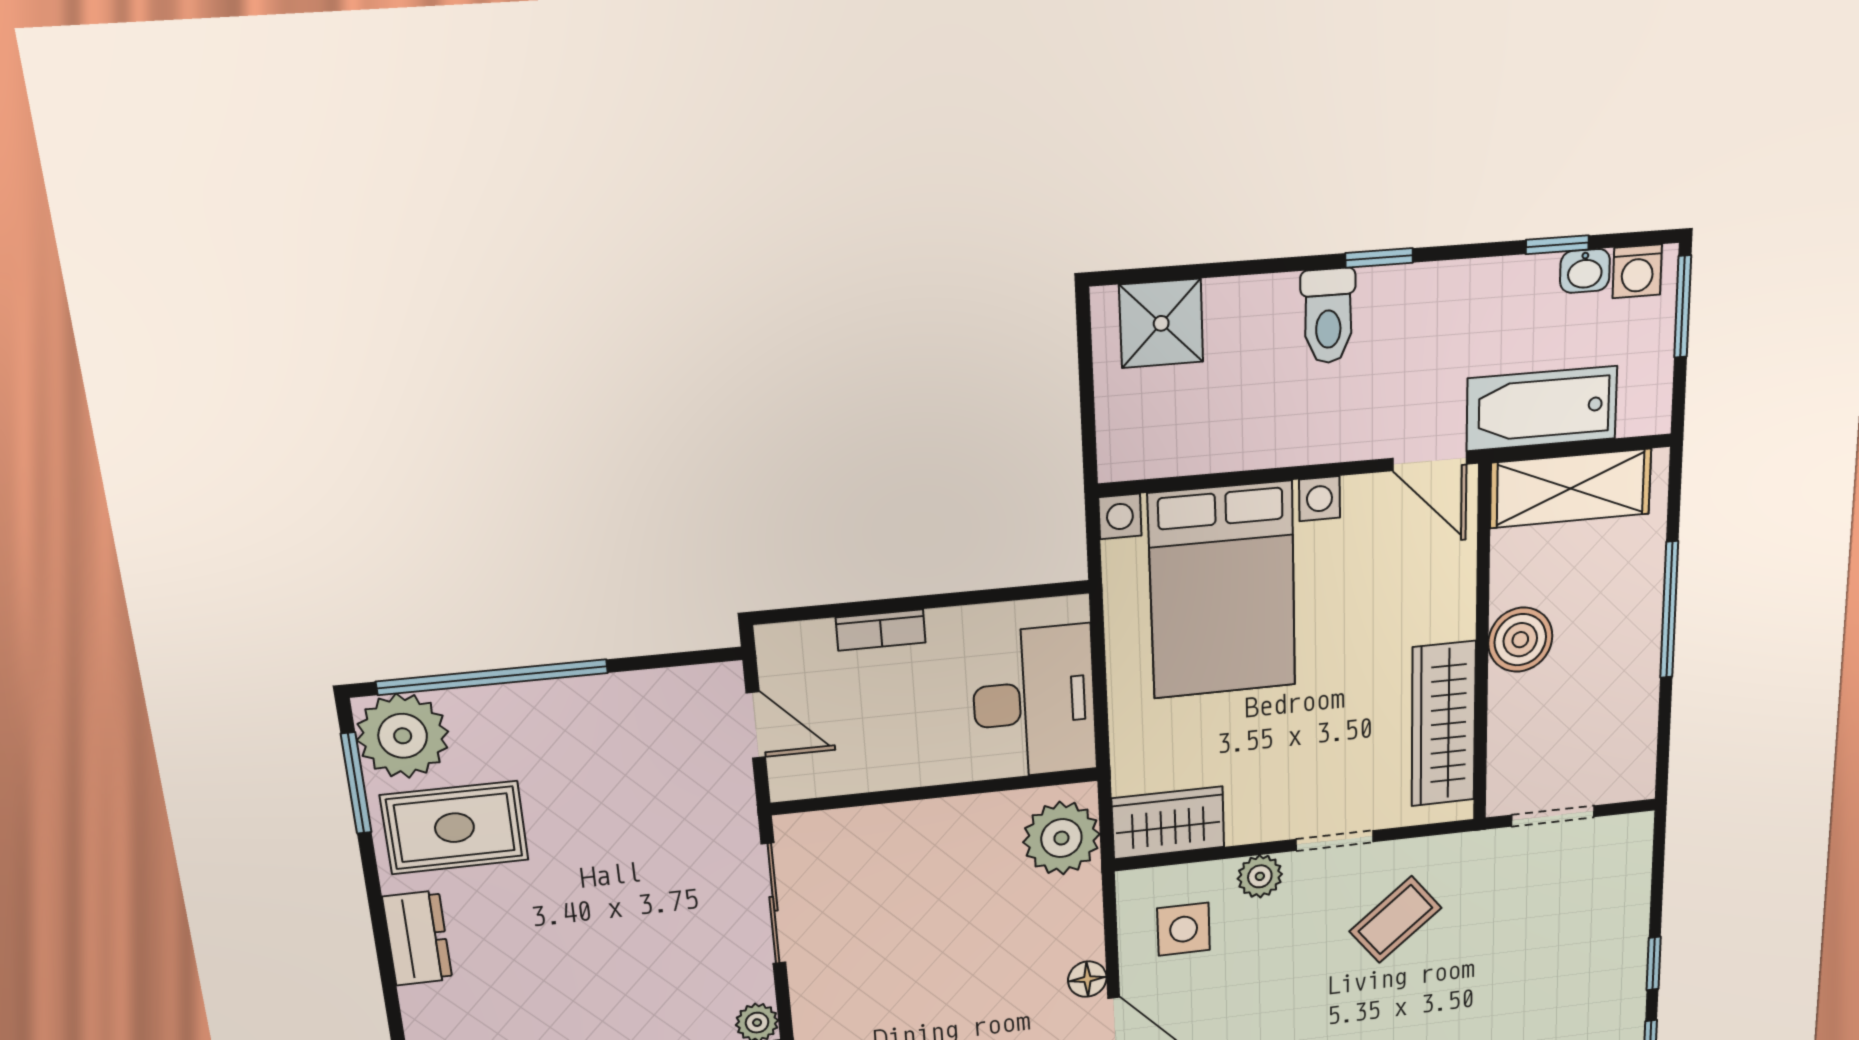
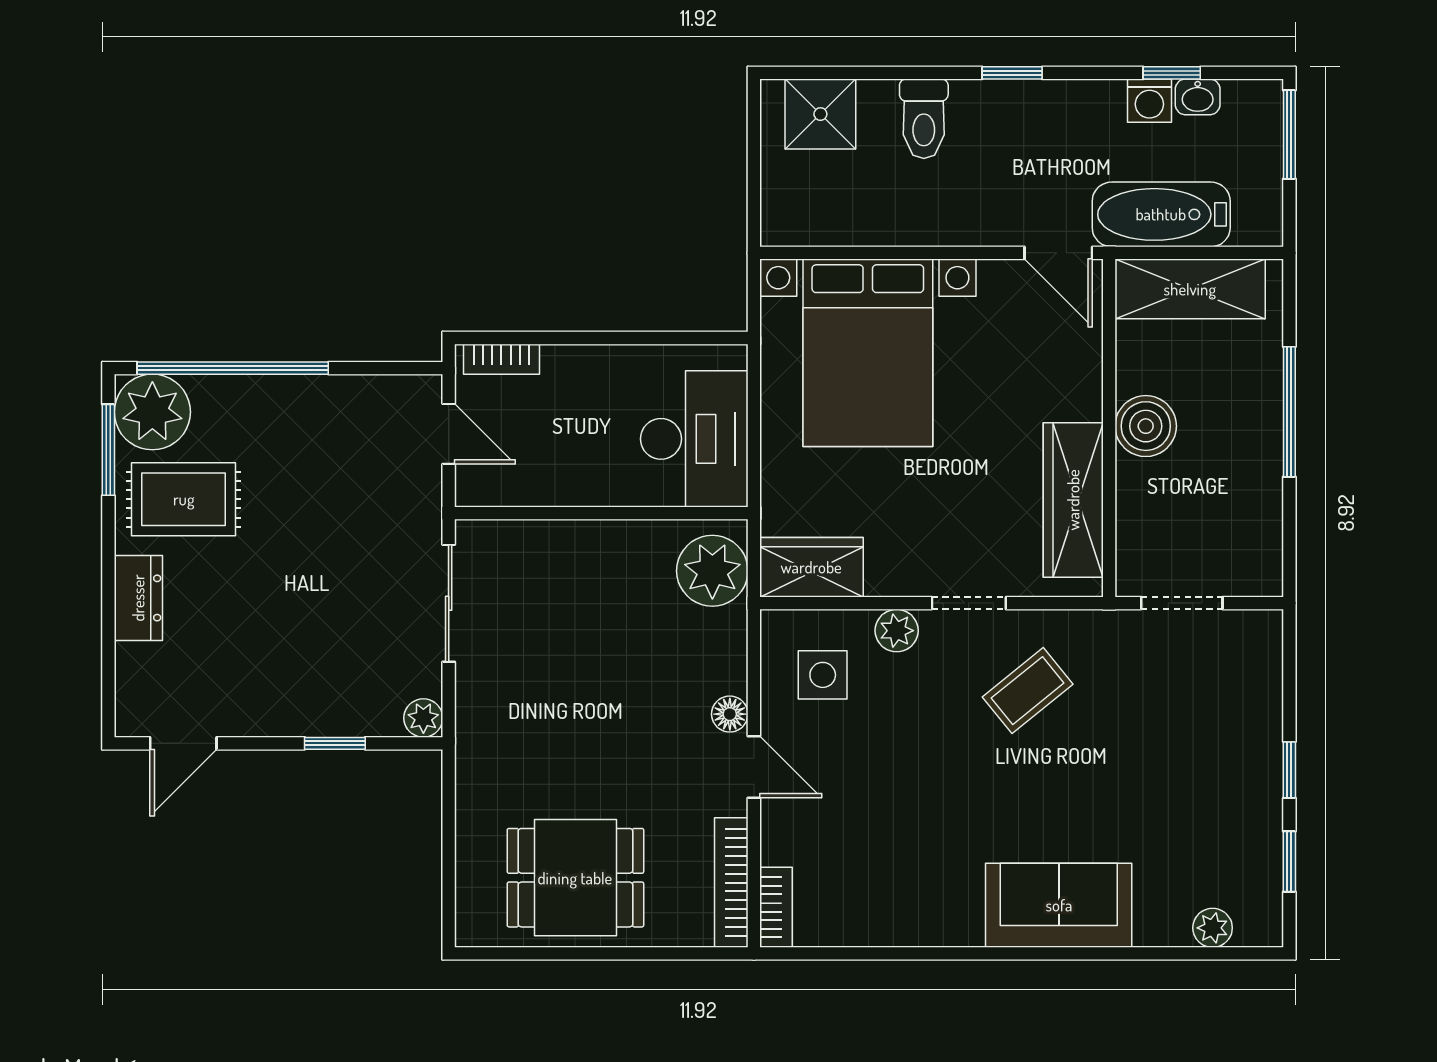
washing machine: (1637, 271) -> (1149, 101), moved
toilet: (1328, 316) -> (924, 119), moved
bookcase: (881, 630) -> (501, 359), moved

